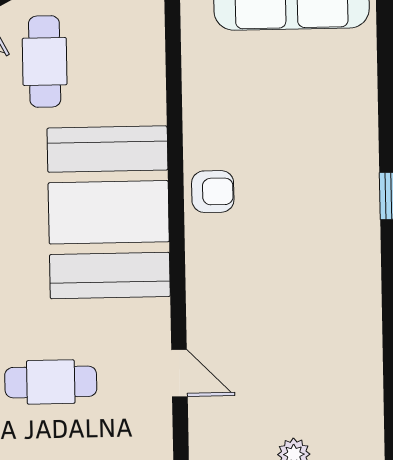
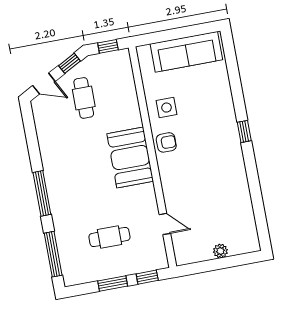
side table: (226, 114) -> (166, 108), added
booth: (109, 212) -> (130, 158), width x0.73, depth x0.70

